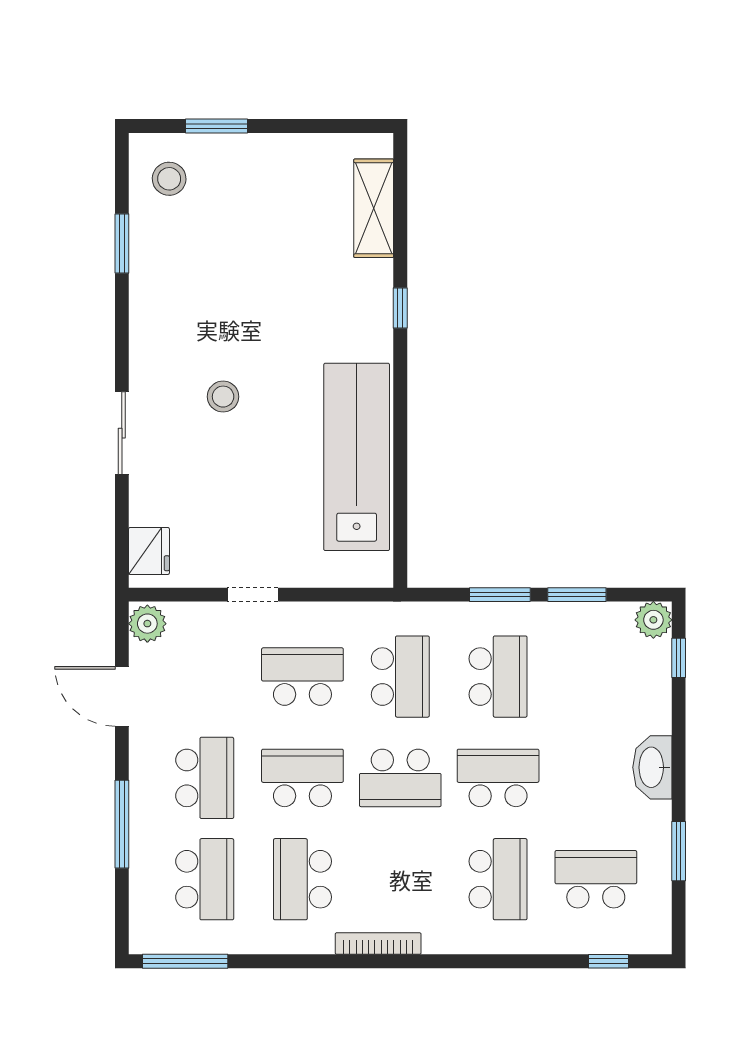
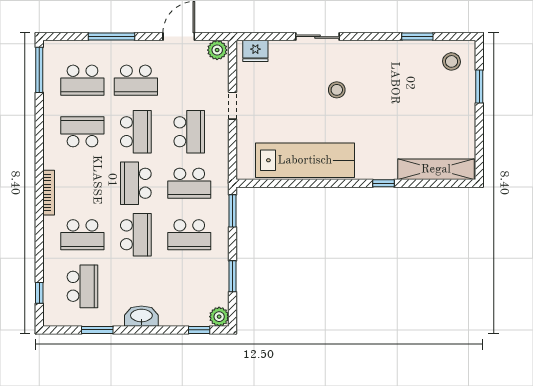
shelving: (374, 208) -> (436, 169), width x1.47
window: (500, 595) -> (232, 211), moved
bookcase: (378, 944) -> (49, 193), moved

